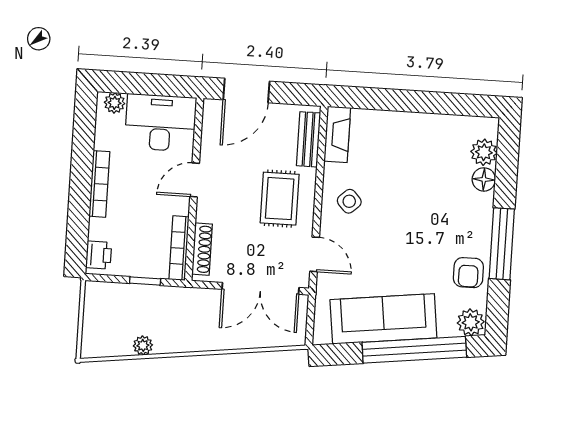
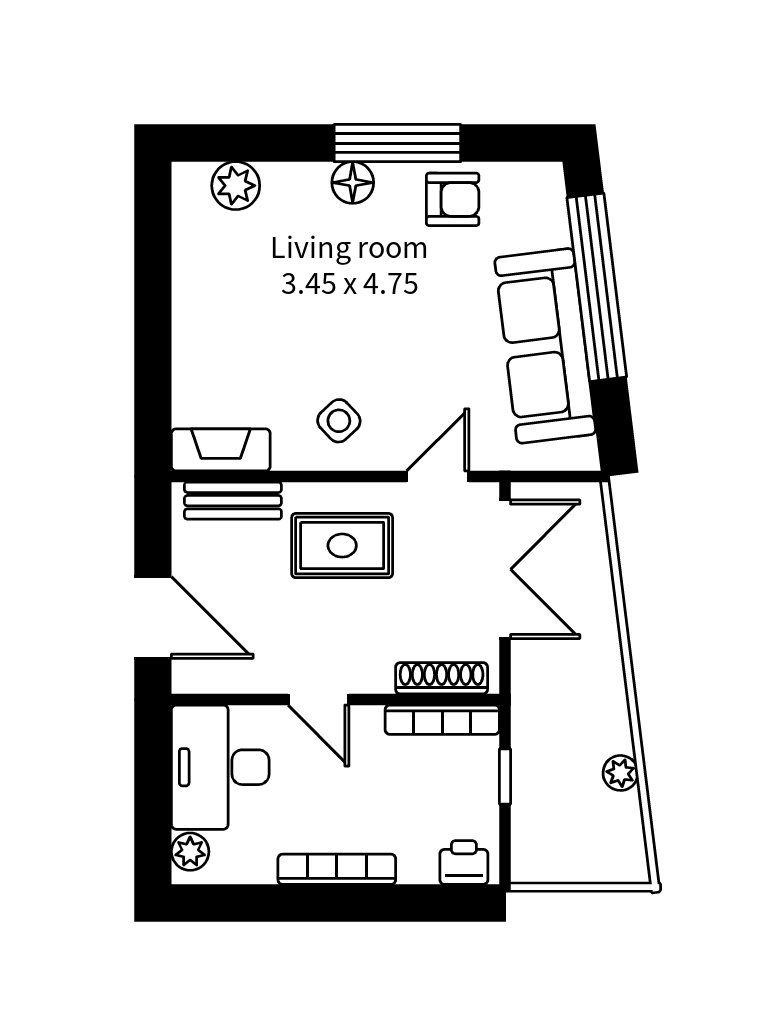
floor lamp: (484, 179) -> (353, 183), moved
plant: (471, 322) -> (541, 190), removed

